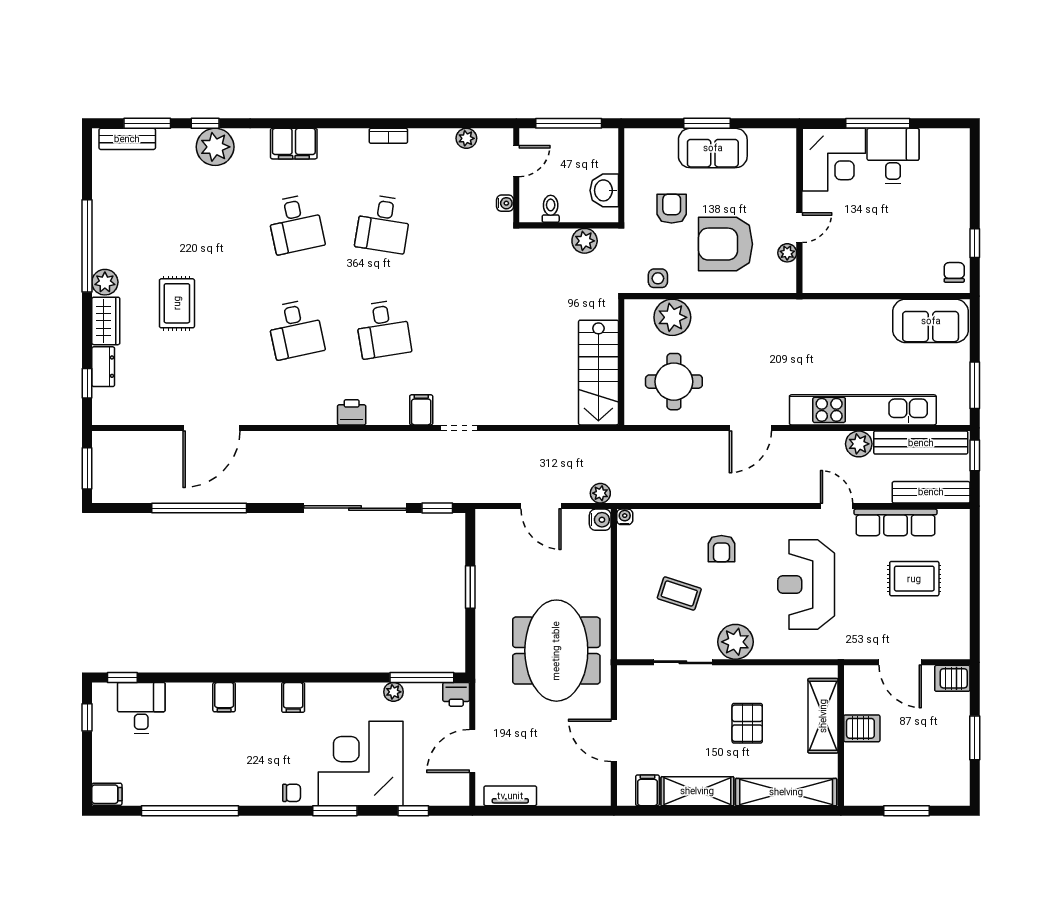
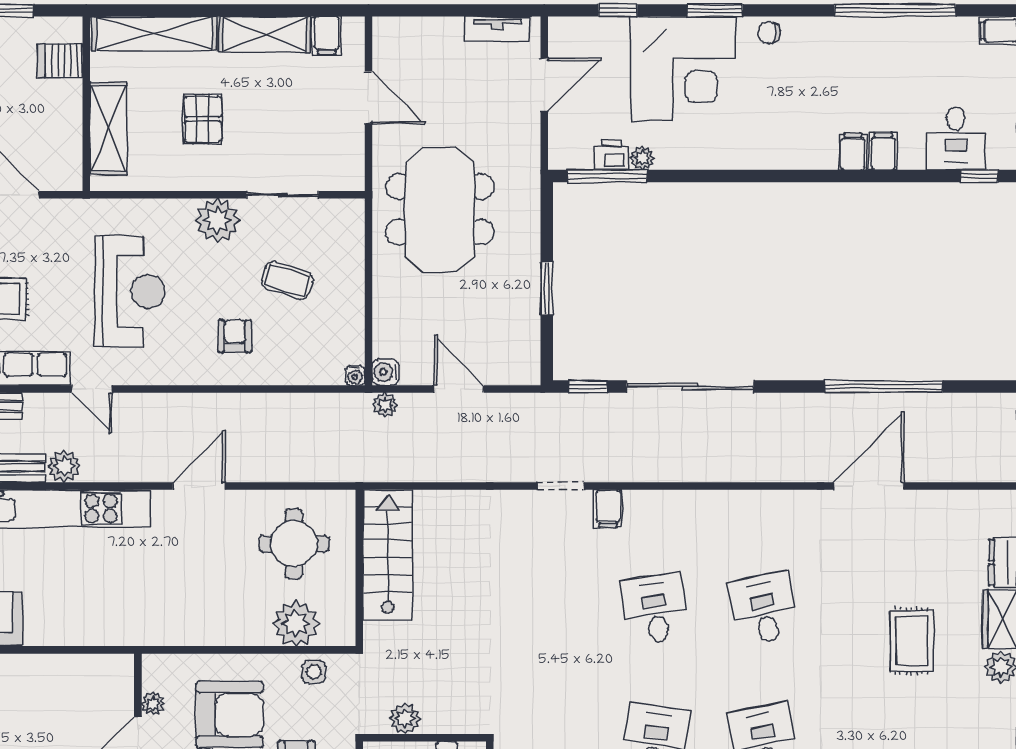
printer: (352, 412) -> (694, 506), removed
printer: (456, 694) -> (612, 155), moved
filing cabinet: (293, 697) -> (883, 151), moved
server rack: (862, 728) -> (60, 61), moved

